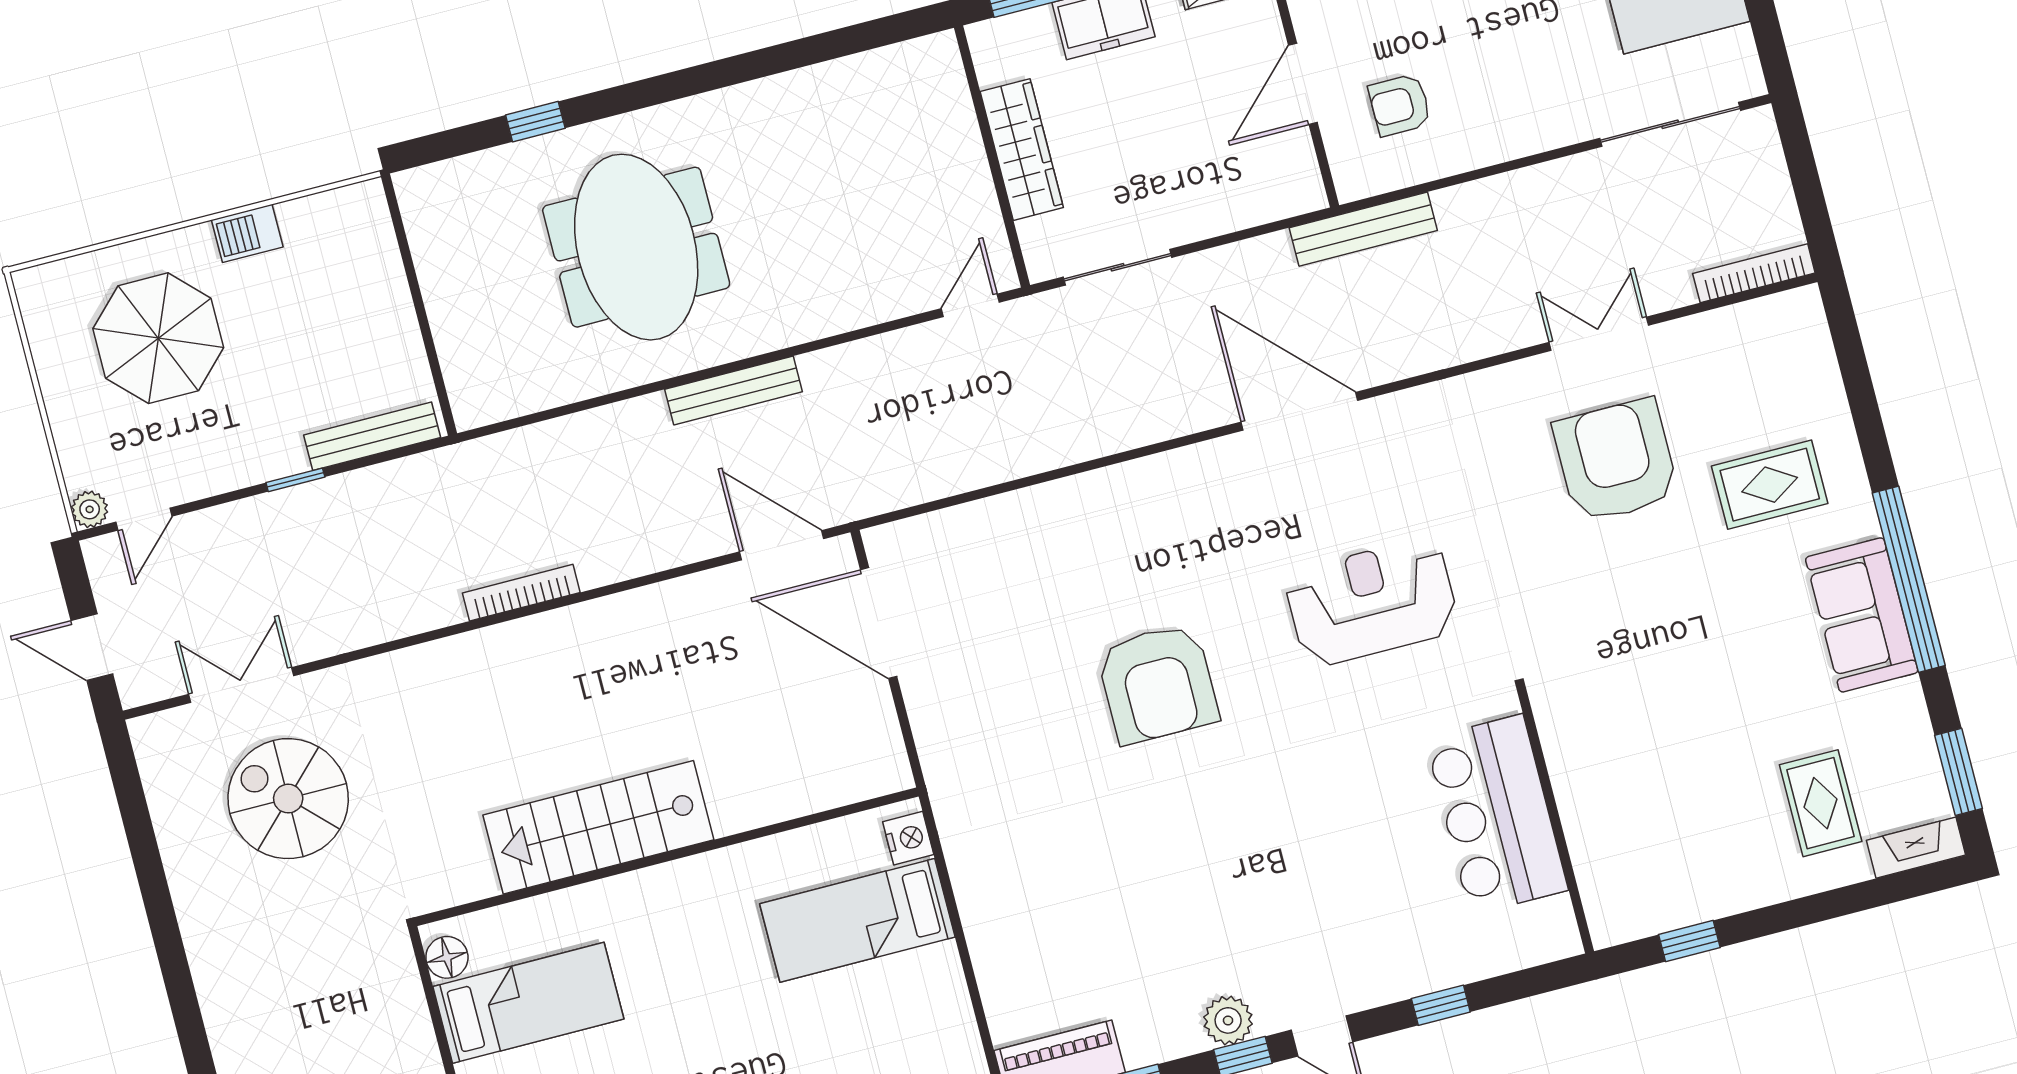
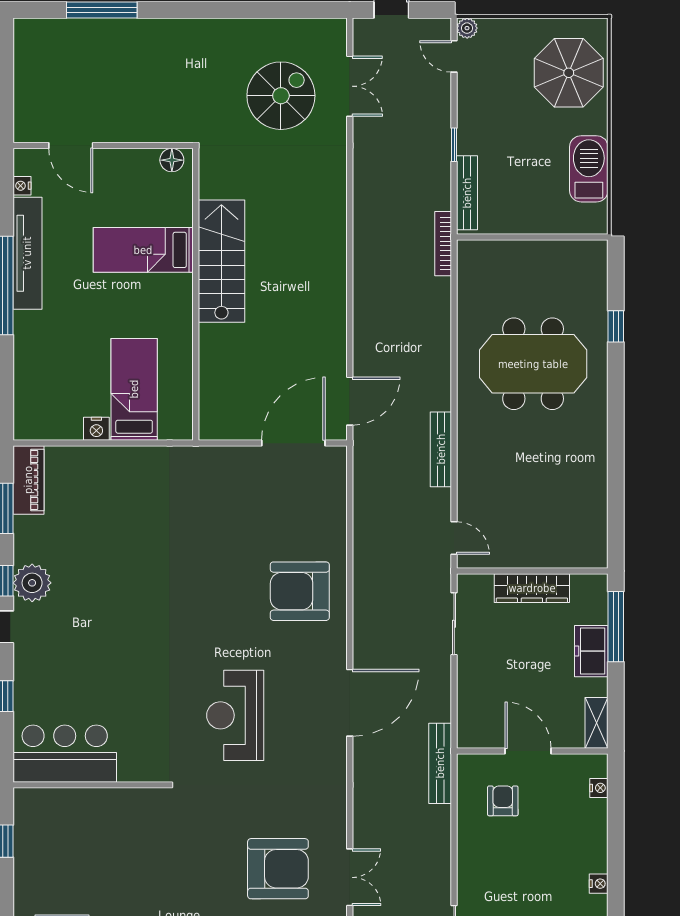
barbecue: (247, 233) -> (589, 169), width x1.88, depth x1.53
parasol: (158, 338) -> (569, 73), moved
bench: (733, 391) -> (441, 449), moved
bookcase: (521, 593) -> (443, 244), moved, turned 180
reception desk: (1372, 602) -> (235, 715), turned 180
armchair: (1158, 684) -> (300, 591), moved
bar counter: (1497, 814) -> (65, 754), moved
nightstand: (908, 838) -> (96, 429), moved
bed: (528, 1003) -> (143, 250), moved, turned 90
plant: (1228, 1020) -> (32, 583), width x1.36, depth x1.36

